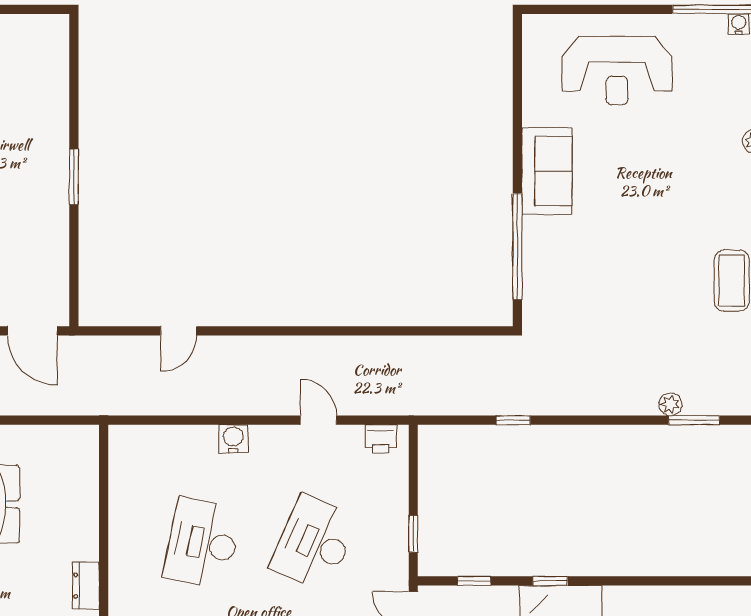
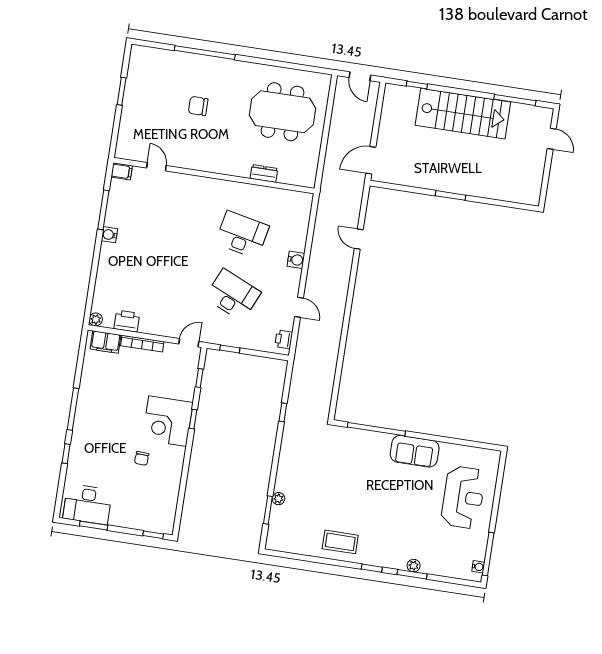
reception desk: (617, 71) -> (463, 497), turned 180
door: (319, 420) -> (299, 307), hinge flipped
dresser: (86, 586) -> (264, 174), moved

